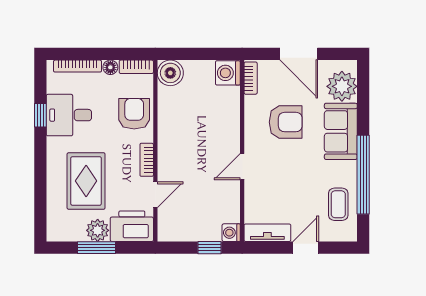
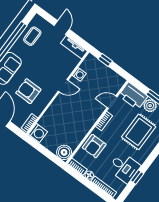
washing machine: (231, 233) -> (79, 74), moved
door: (306, 248) -> (62, 28), swing flipped

